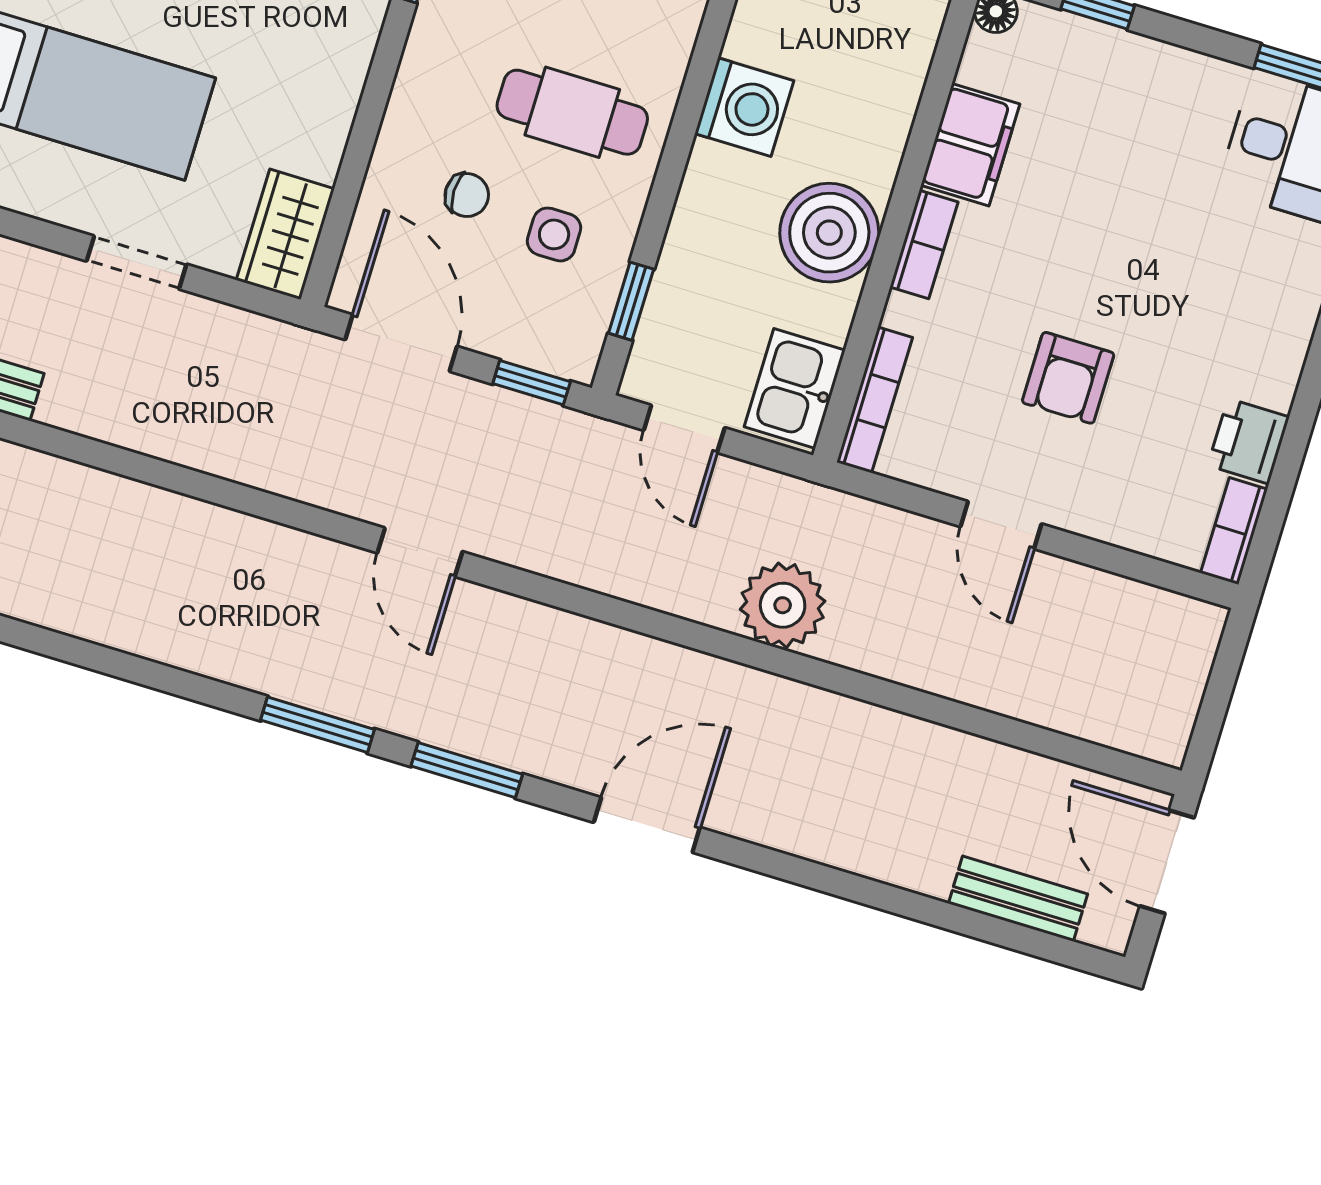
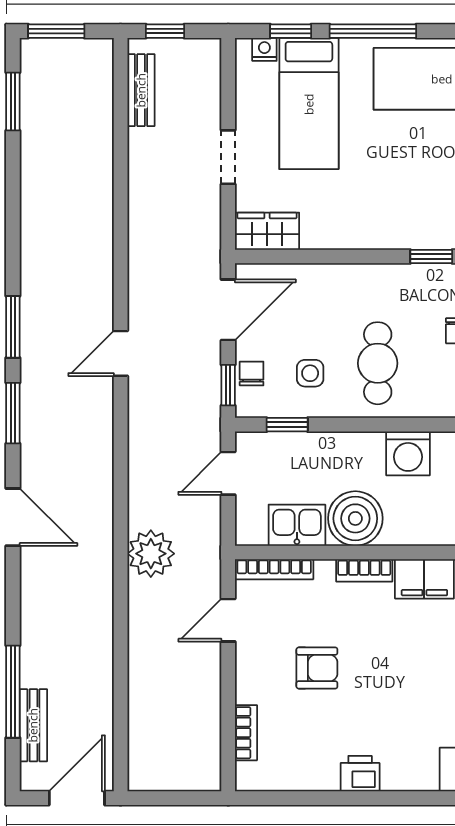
chair: (467, 195) -> (252, 374), moved, turned 180
armchair: (1068, 378) -> (317, 668), turned 180
kitchen sink: (795, 389) -> (297, 525), moved
printer: (1248, 441) -> (360, 774), moved
door: (1001, 525) -> (228, 620), moved
bookcase: (1234, 531) -> (246, 733), moved, turned 90
window: (949, 917) -> (13, 692), added

